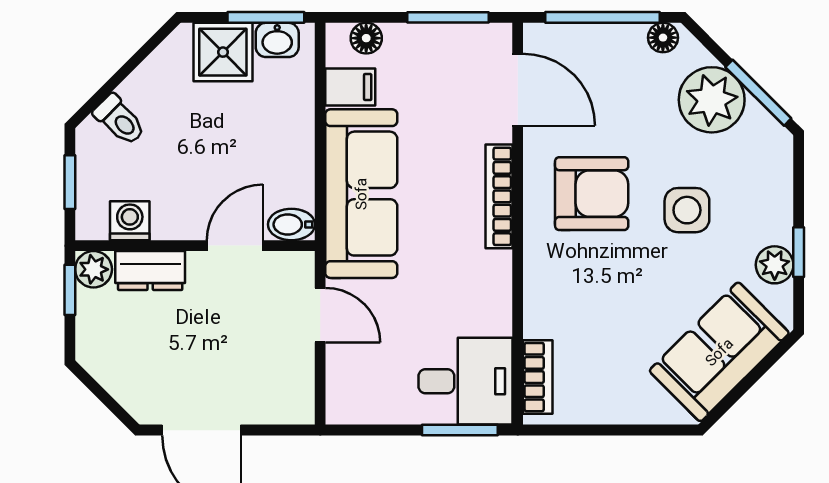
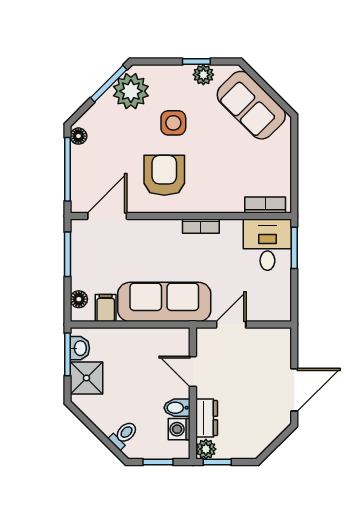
plant: (712, 100) -> (131, 91), moved
bookcase: (499, 196) -> (201, 226), moved, width x0.64
bidet: (291, 224) -> (177, 408), moved, turned 90

